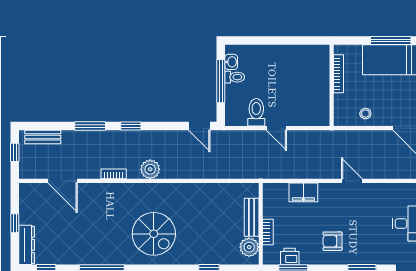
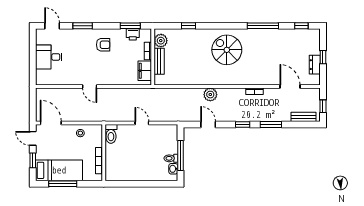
toilet: (256, 112) -> (111, 134), moved
door: (199, 126) -> (208, 124), moved
plant: (150, 169) -> (210, 95), moved
filing cabinet: (303, 192) -> (145, 71), moved, turned -90
dresser: (27, 245) -> (315, 65), moved, width x0.70

